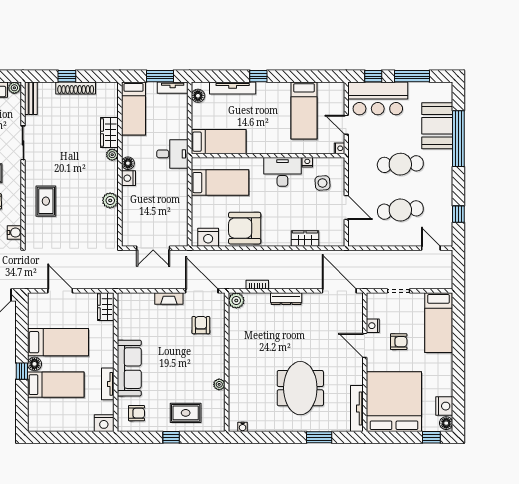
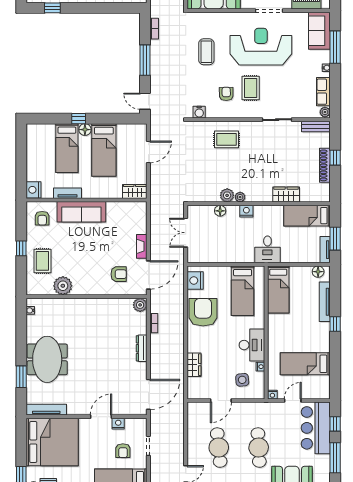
plant: (112, 155) -> (240, 197), moved
floor lamp: (128, 163) -> (220, 211), moved
armchair: (399, 342) -> (123, 451), moved
plant: (219, 384) -> (63, 286), width x1.88, depth x1.88
meeting table: (300, 388) -> (47, 359), moved, turned 90

